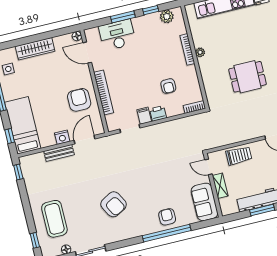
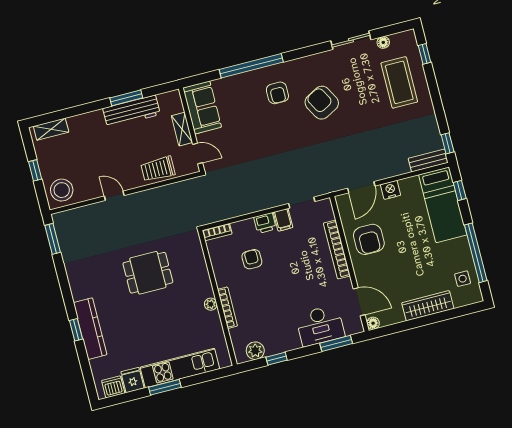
window: (123, 17) -> (336, 343), moved
bench: (59, 153) -> (428, 161), moved
armchair: (167, 217) -> (277, 93), moved

